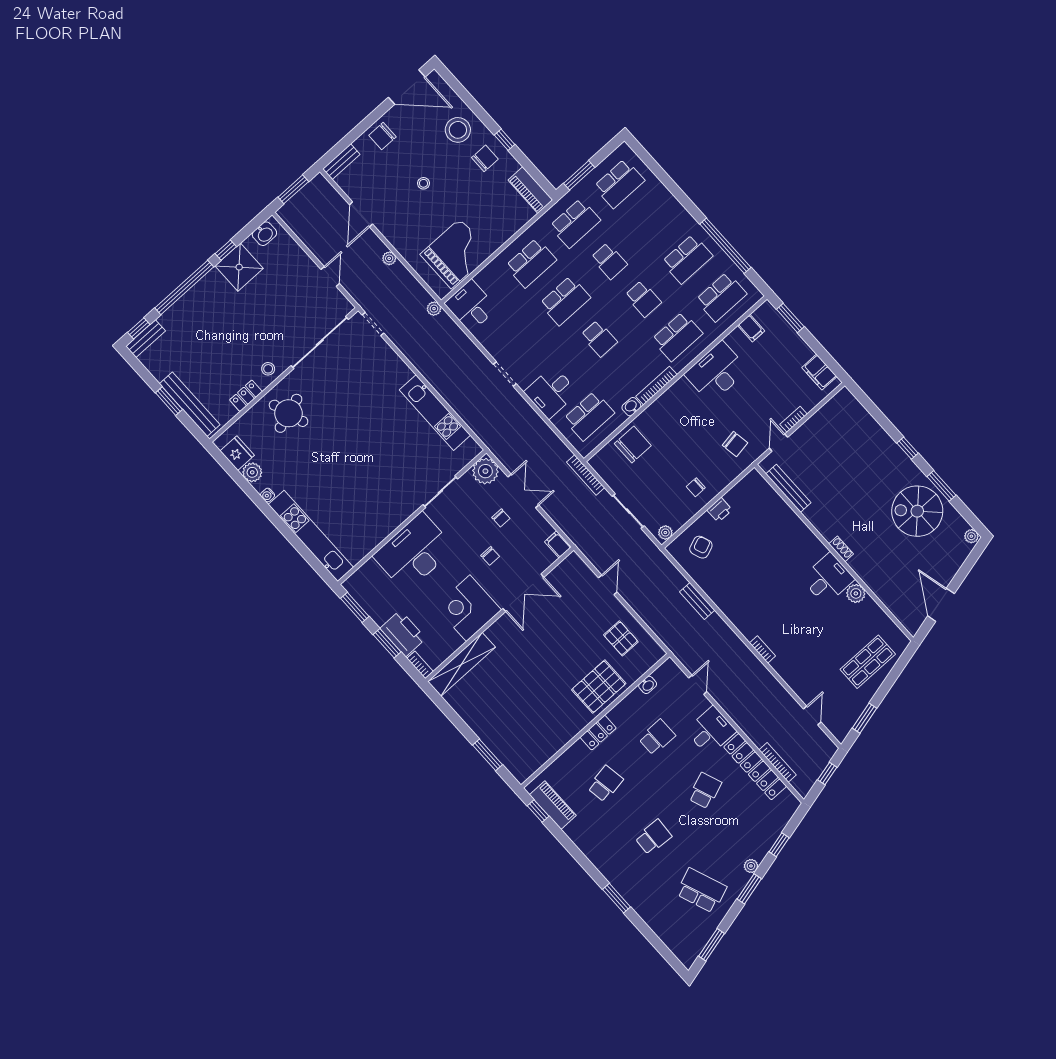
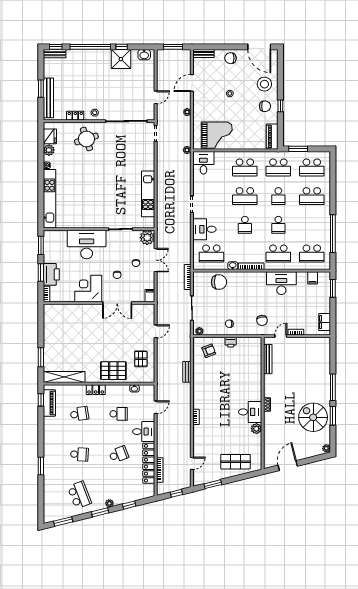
school desk: (687, 259) -> (312, 196), moved
window: (907, 448) -> (333, 387), width x2.17
shelving: (462, 664) -> (64, 377), moved

